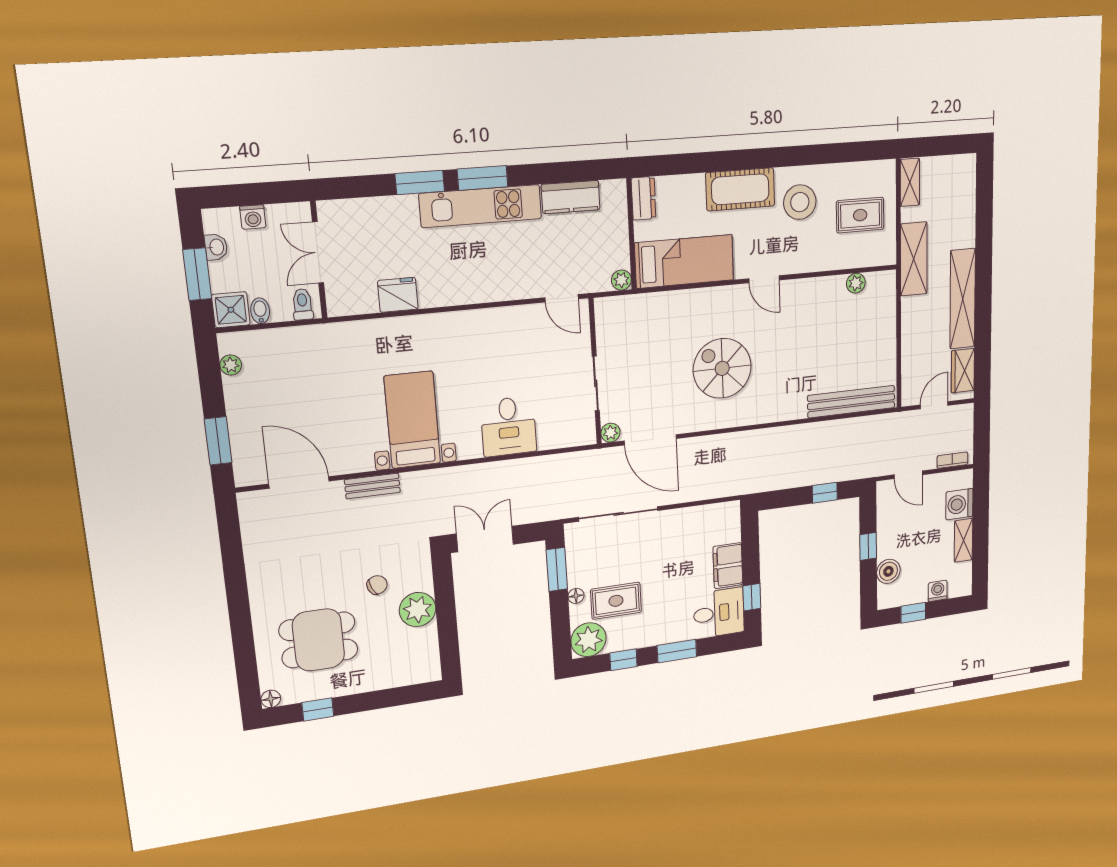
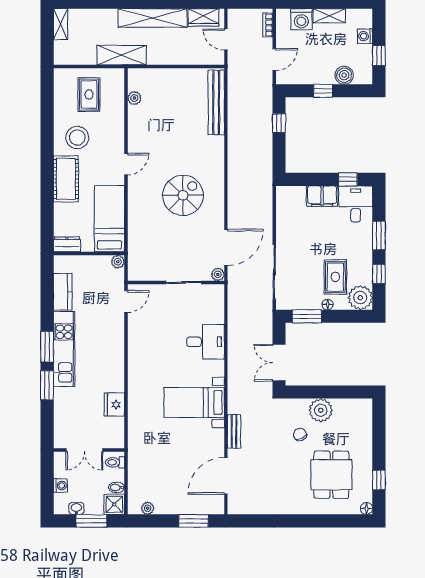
shelving: (910, 182) -> (61, 24), moved, turned 90
spiral stairs: (722, 368) -> (183, 195), turned 180

